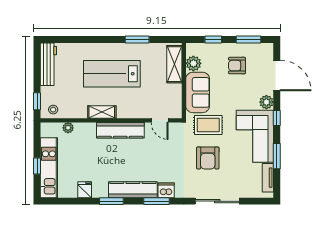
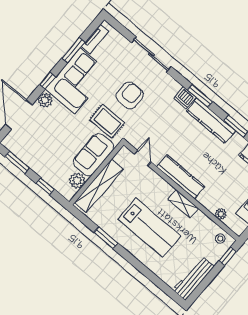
shelving: (174, 64) -> (99, 186), width x1.47
armchair: (237, 66) -> (44, 149), removed

